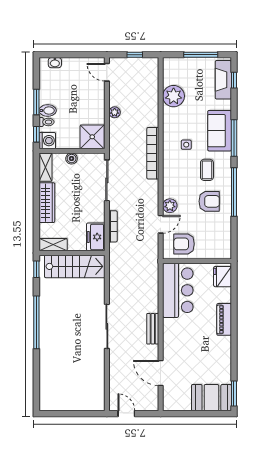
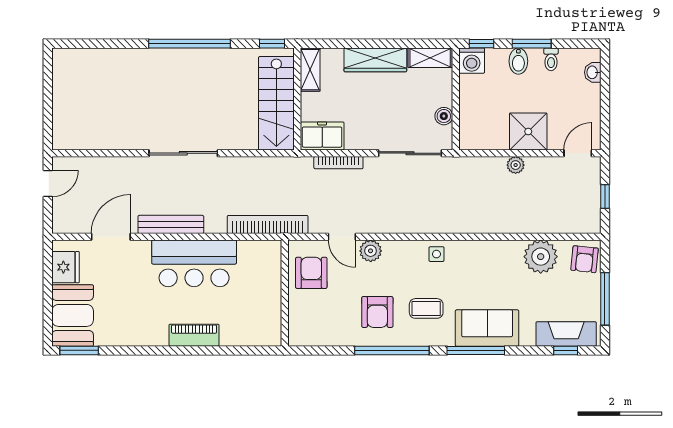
armchair: (175, 68) -> (585, 259), added
toilet: (46, 122) -> (551, 59), moved
shower: (92, 137) -> (528, 131), moved
side table: (186, 145) -> (436, 254), moved
bookcase: (153, 153) -> (268, 224), moved
boiler: (72, 159) -> (444, 116), moved
fridge: (223, 277) -> (66, 267), moved, turned 90
bar counter: (178, 290) -> (194, 263), moved
bench: (153, 329) -> (171, 224), width x1.36

